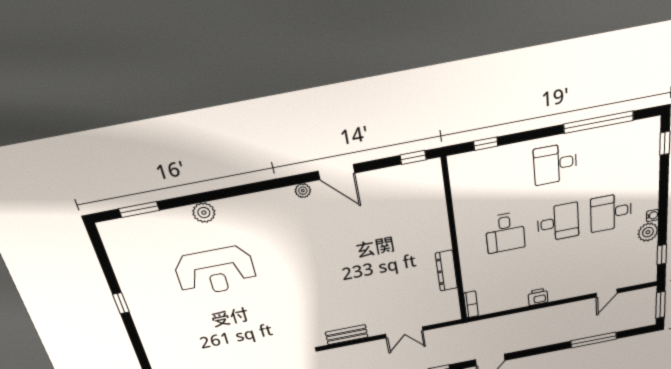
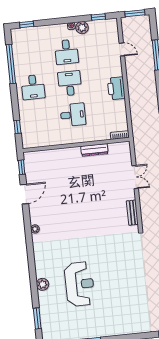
door: (336, 172) -> (24, 194), moved
printer: (538, 297) -> (116, 88), width x1.87, depth x1.48

